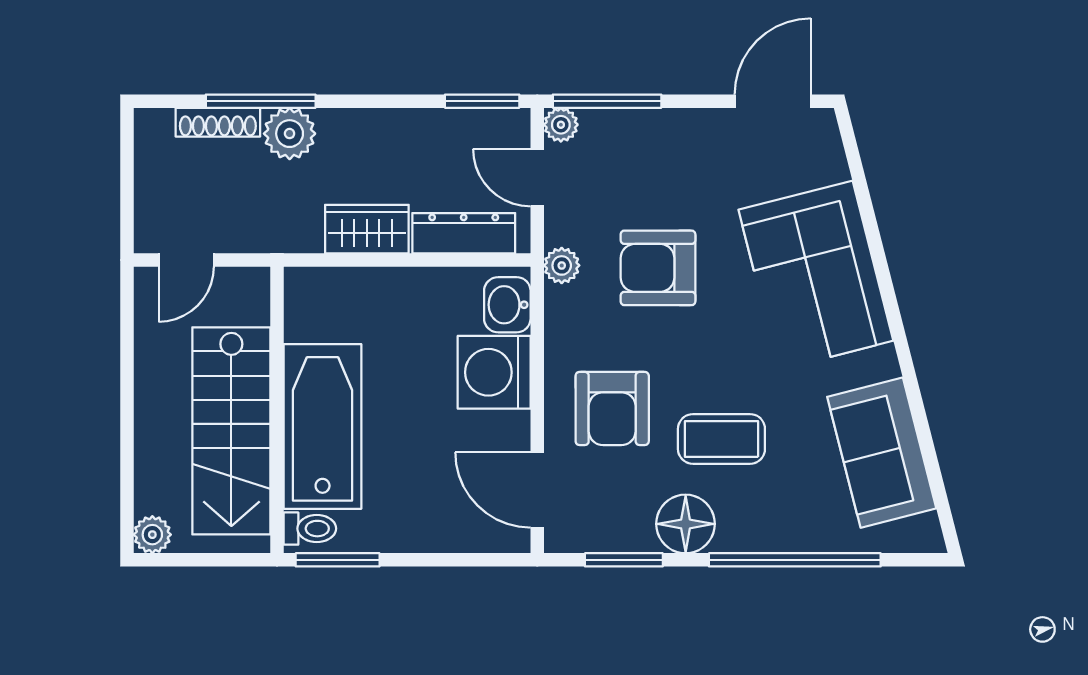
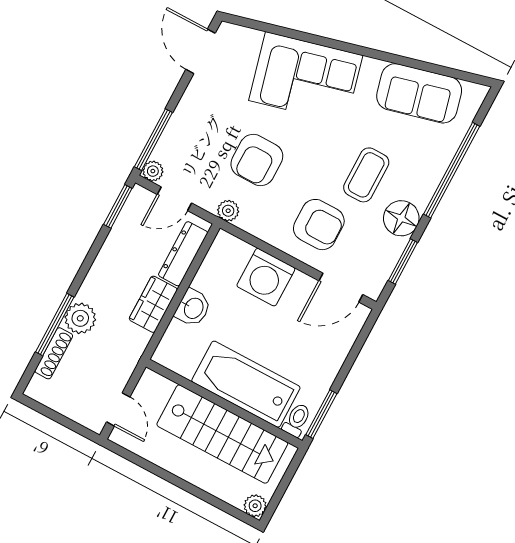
washbasin: (507, 305) -> (193, 308), moved, turned -90

